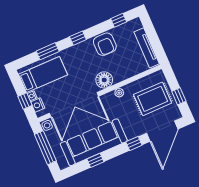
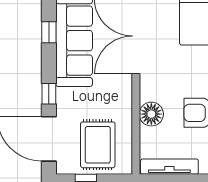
floor lamp: (104, 80) -> (151, 114), moved
plant: (119, 93) -> (126, 104), removed

